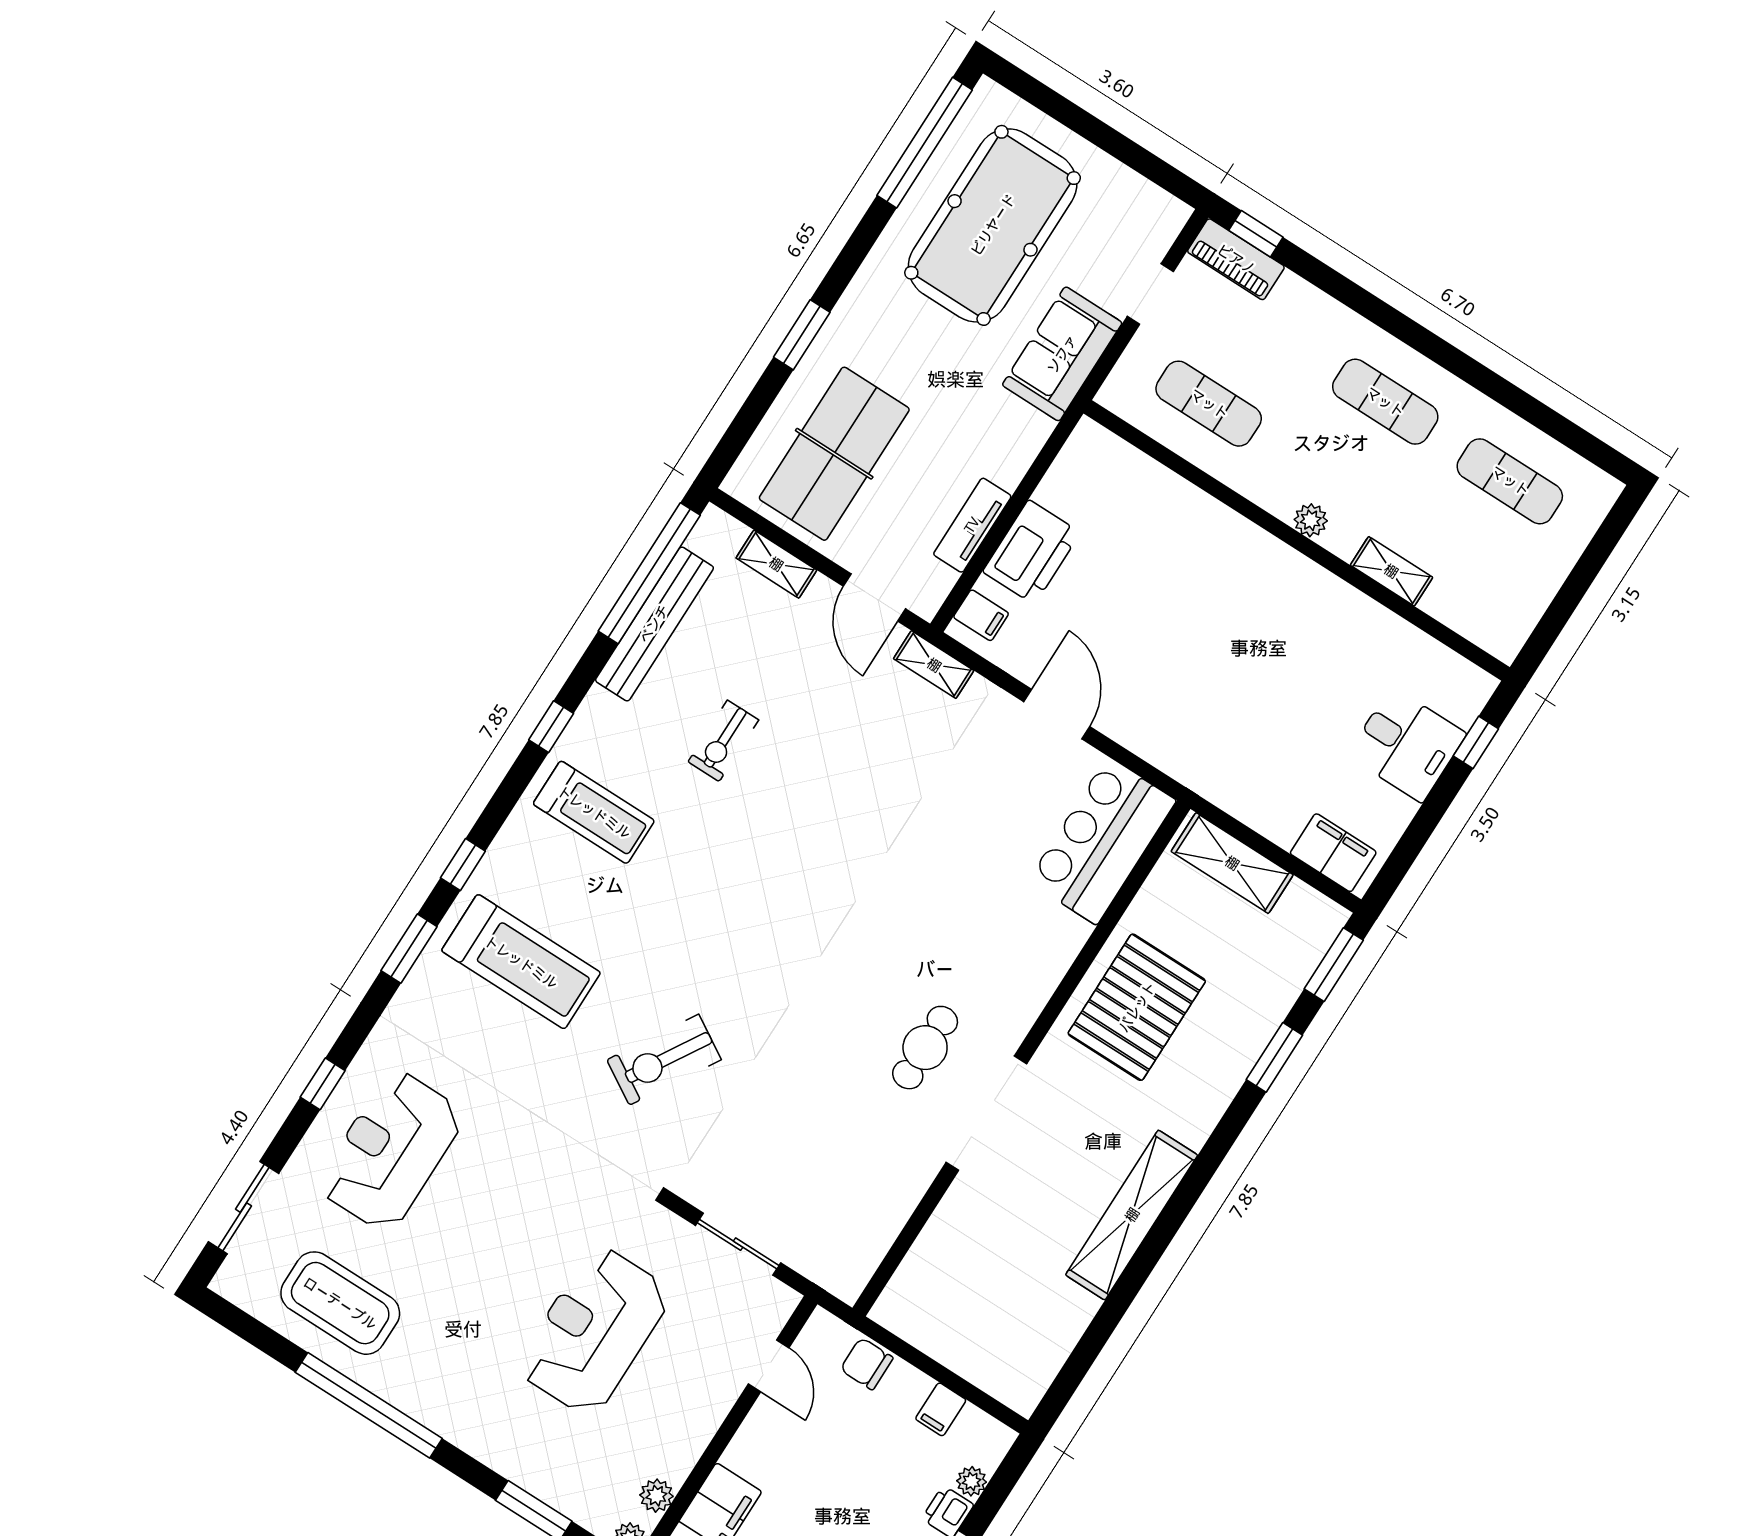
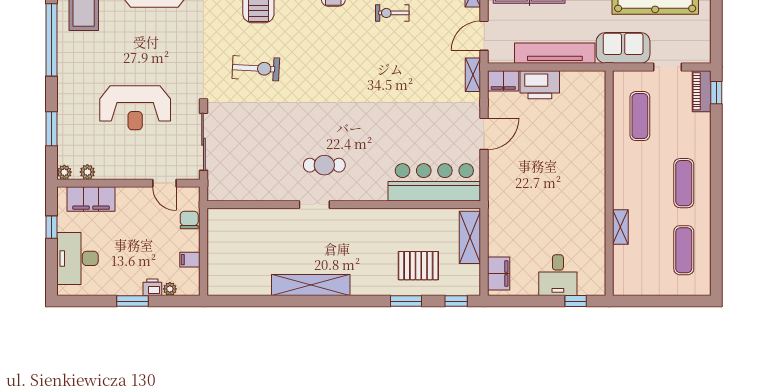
plant: (1311, 520) -> (620, 184), removed
tv unit: (972, 525) -> (555, 53), width x1.92, depth x1.29
filing cabinet: (981, 615) -> (503, 81), width x2.00
bar counter: (1102, 841) -> (434, 182), width x1.36
window: (1334, 965) -> (456, 301), width x0.67
pallet: (1137, 1007) -> (418, 266), moved, width x0.73, depth x0.71
exercise bike: (664, 1060) -> (256, 68), turned 152
doorway: (986, 1113) -> (314, 205), width x0.53
sliding door: (738, 1244) -> (203, 142), width x1.37
reception desk: (594, 1331) -> (135, 108), turned 180
door: (769, 1366) -> (164, 183), hinge flipped

